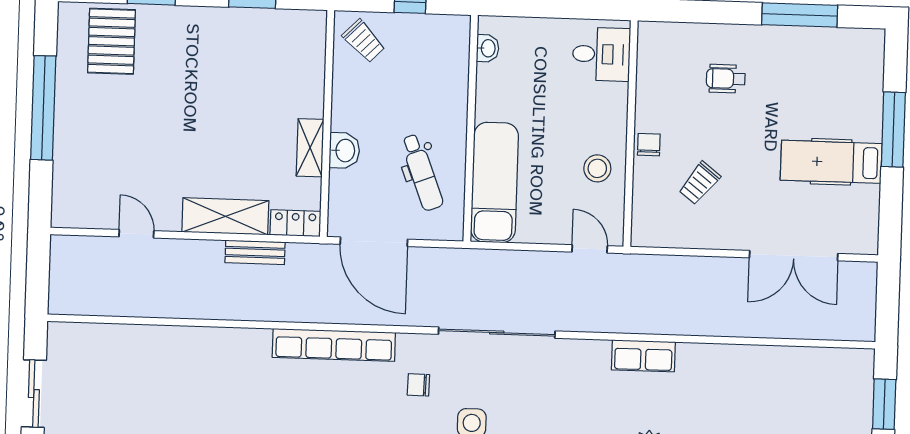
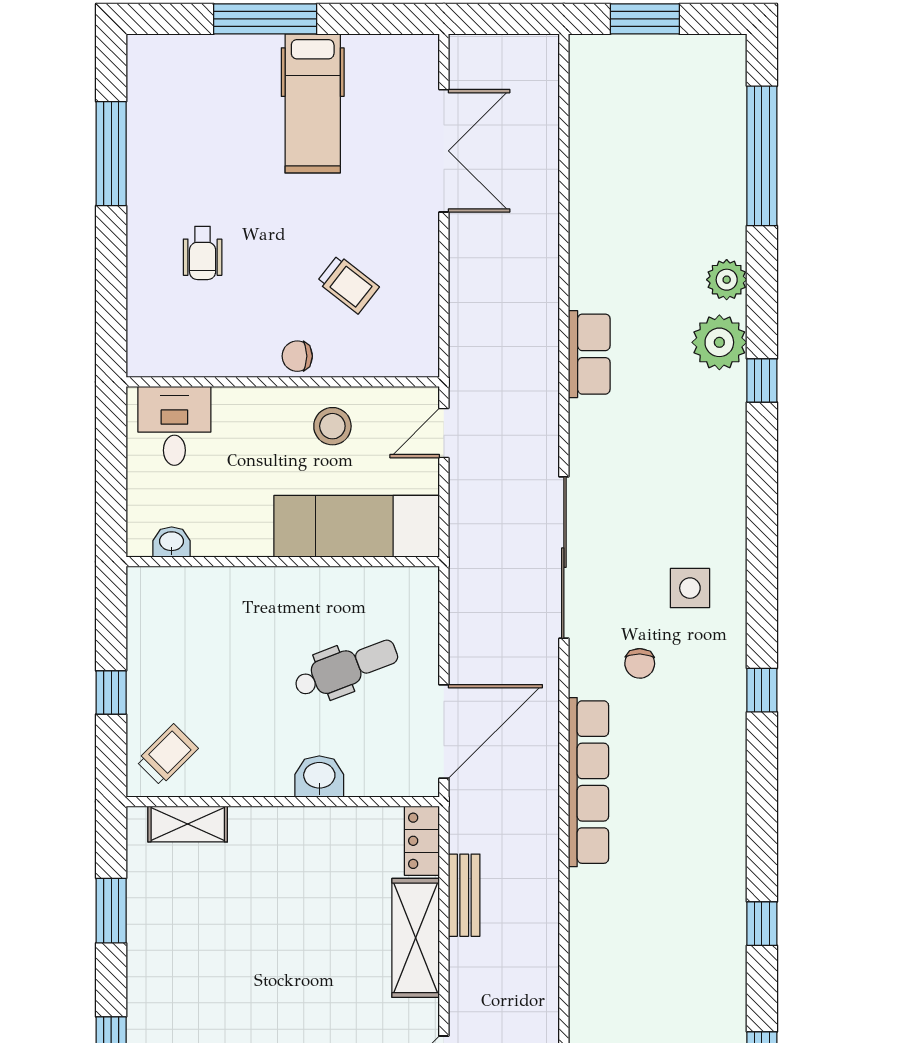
washbasin: (488, 48) -> (172, 542), moved
wall: (471, 128) -> (283, 562), moved
shelving: (310, 148) -> (188, 824), moved
exam couch: (495, 183) -> (357, 526), moved

